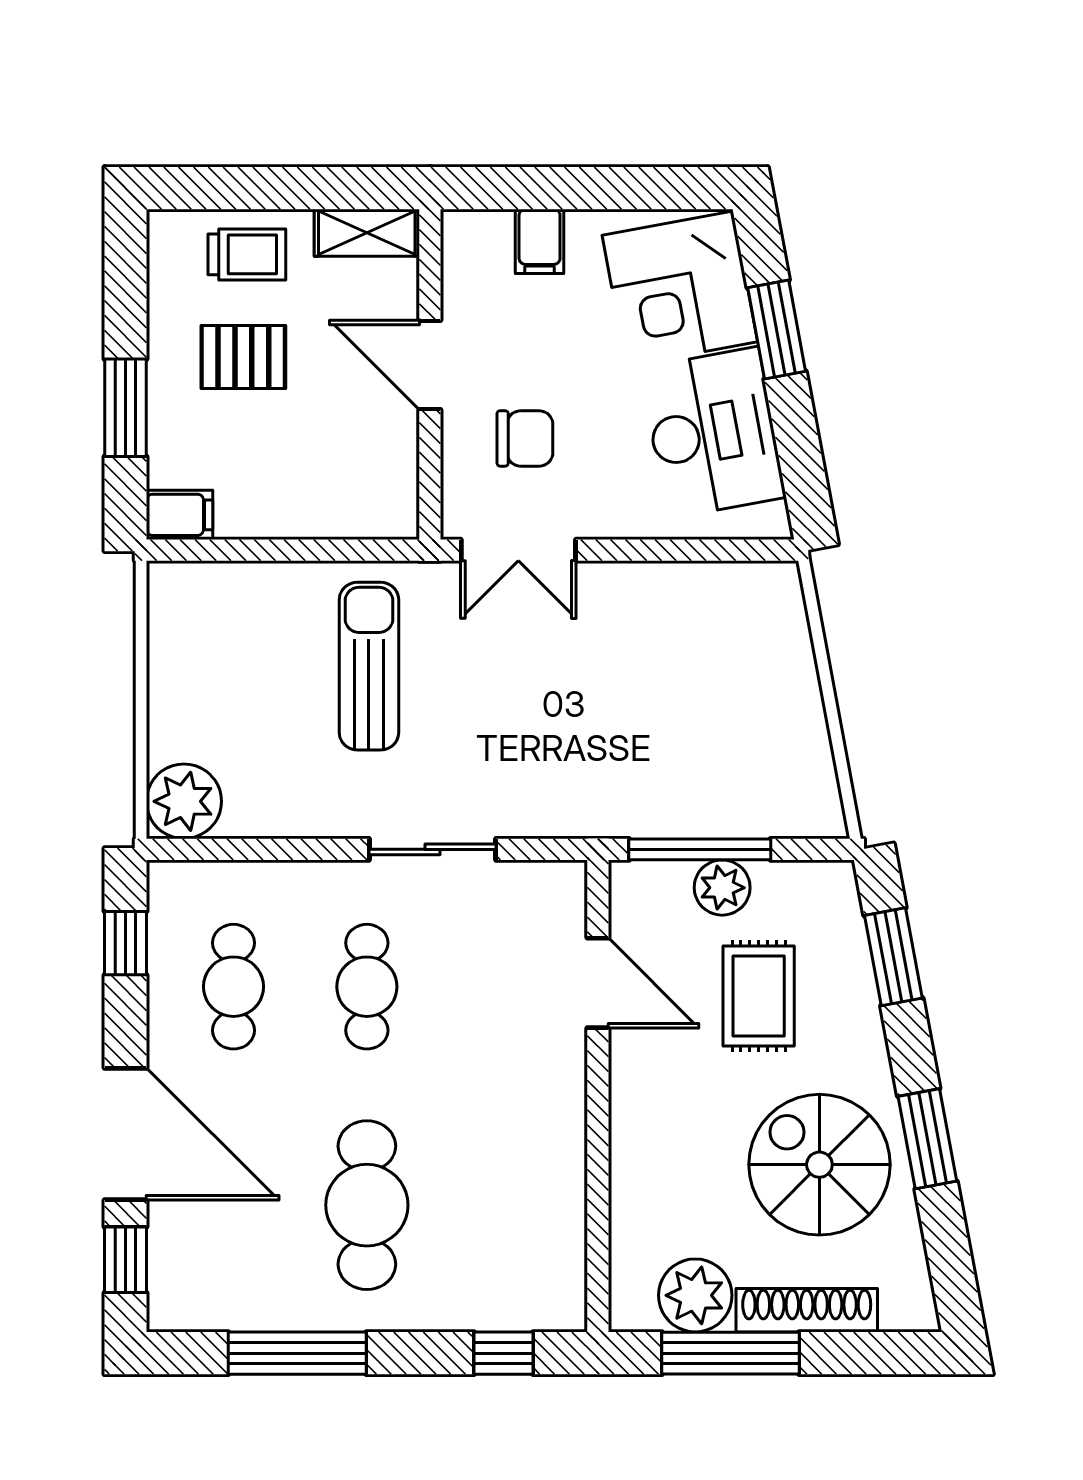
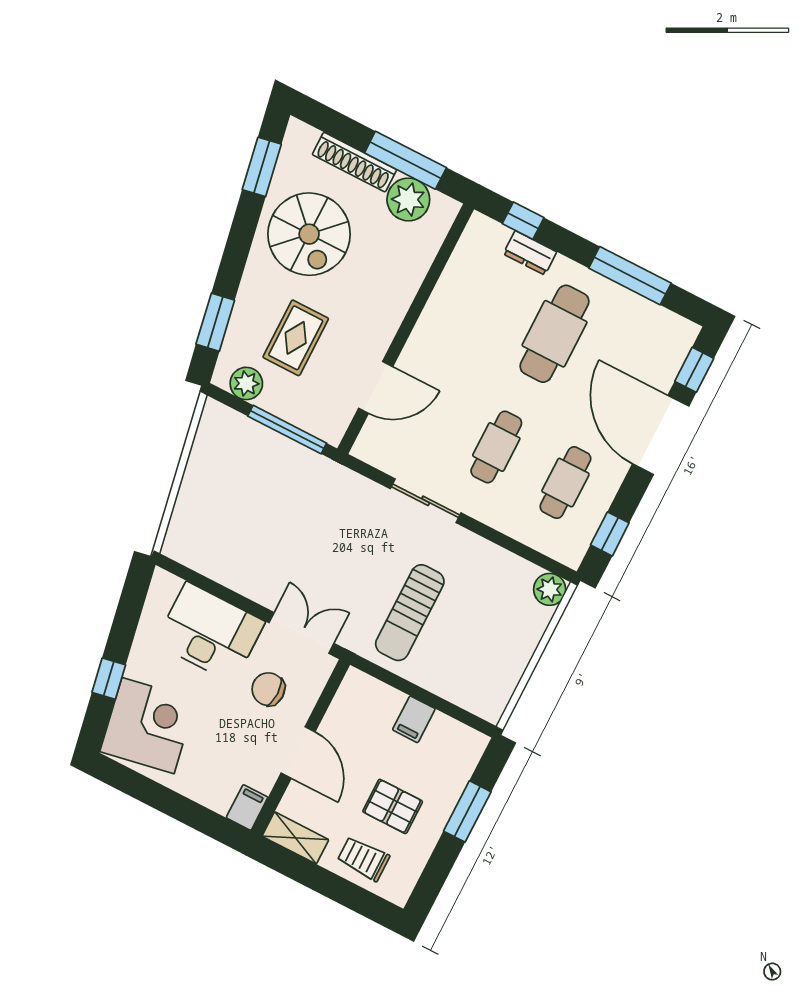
filing cabinet: (540, 241) -> (247, 807), moved
window: (777, 329) -> (109, 679), width x0.67
desk: (713, 433) -> (210, 632), moved, turned 101
filing cabinet: (180, 515) -> (414, 719), moved, turned -90
plant: (184, 801) -> (550, 589), width x0.73, depth x0.73
plant: (722, 888) -> (246, 383), moved
door: (598, 983) -> (376, 387), swing flipped
window: (927, 1139) -> (262, 167), moved
dresser: (468, 1309) -> (530, 253), added

